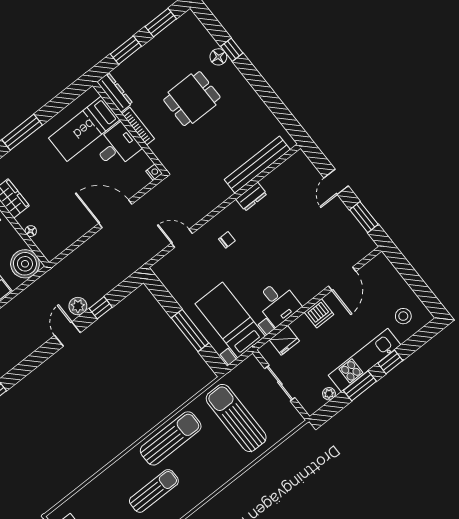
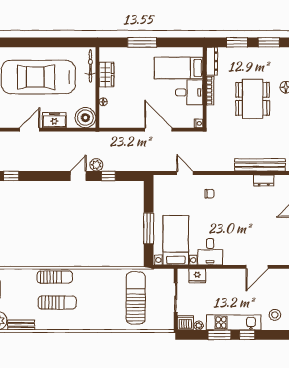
dining table: (192, 99) -> (253, 99), width x1.38
dresser: (251, 197) -> (264, 180), moved
dishwasher: (319, 313) -> (185, 323), moved, turned 180
sun lounger: (171, 438) -> (55, 277), moved, width x0.73, depth x0.75

